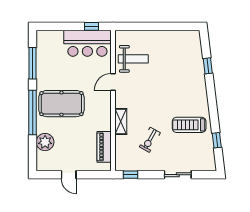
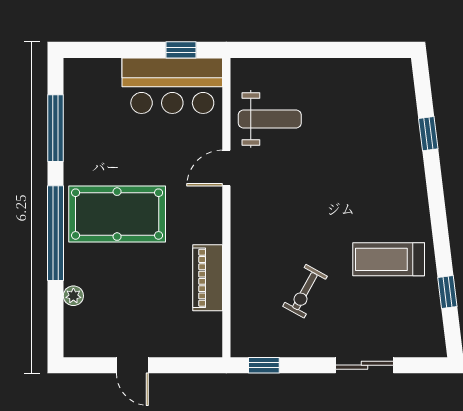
shelving: (121, 122) -> (243, 252), removed
plant: (45, 142) -> (73, 296), width x0.53, depth x0.53
piano: (104, 147) -> (208, 278), moved

